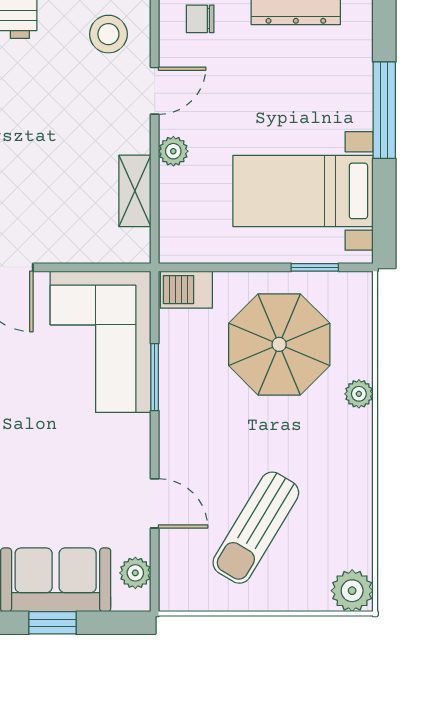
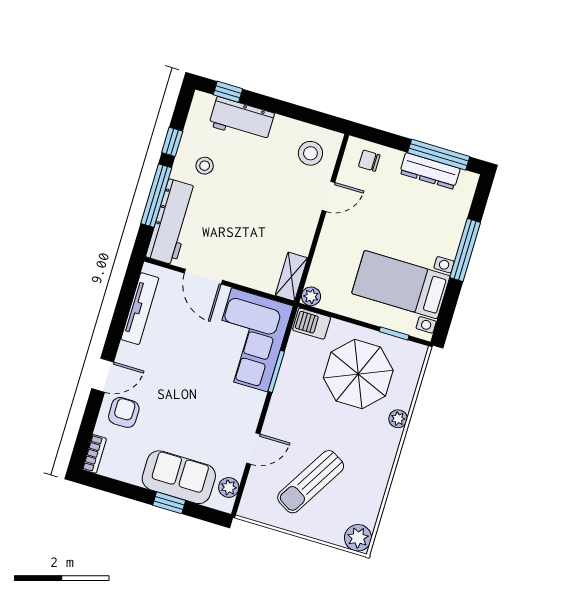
plant: (173, 151) -> (311, 296), moved
shelving: (135, 191) -> (291, 277), moved
door: (155, 503) -> (253, 449), hinge flipped

